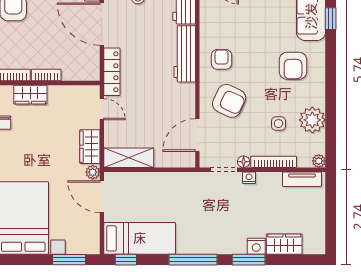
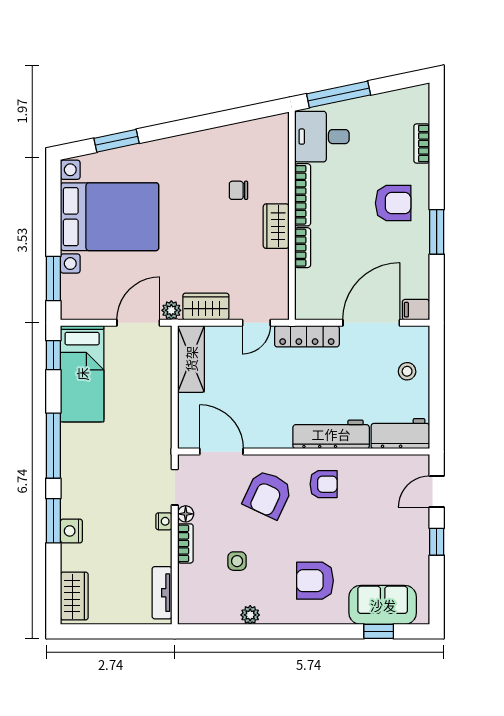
plant: (312, 120) -> (250, 615), width x0.53, depth x0.53
plant: (319, 161) -> (187, 615), removed
bookcase: (274, 162) -> (185, 543), width x0.64
wardrobe: (284, 244) -> (74, 596), moved

